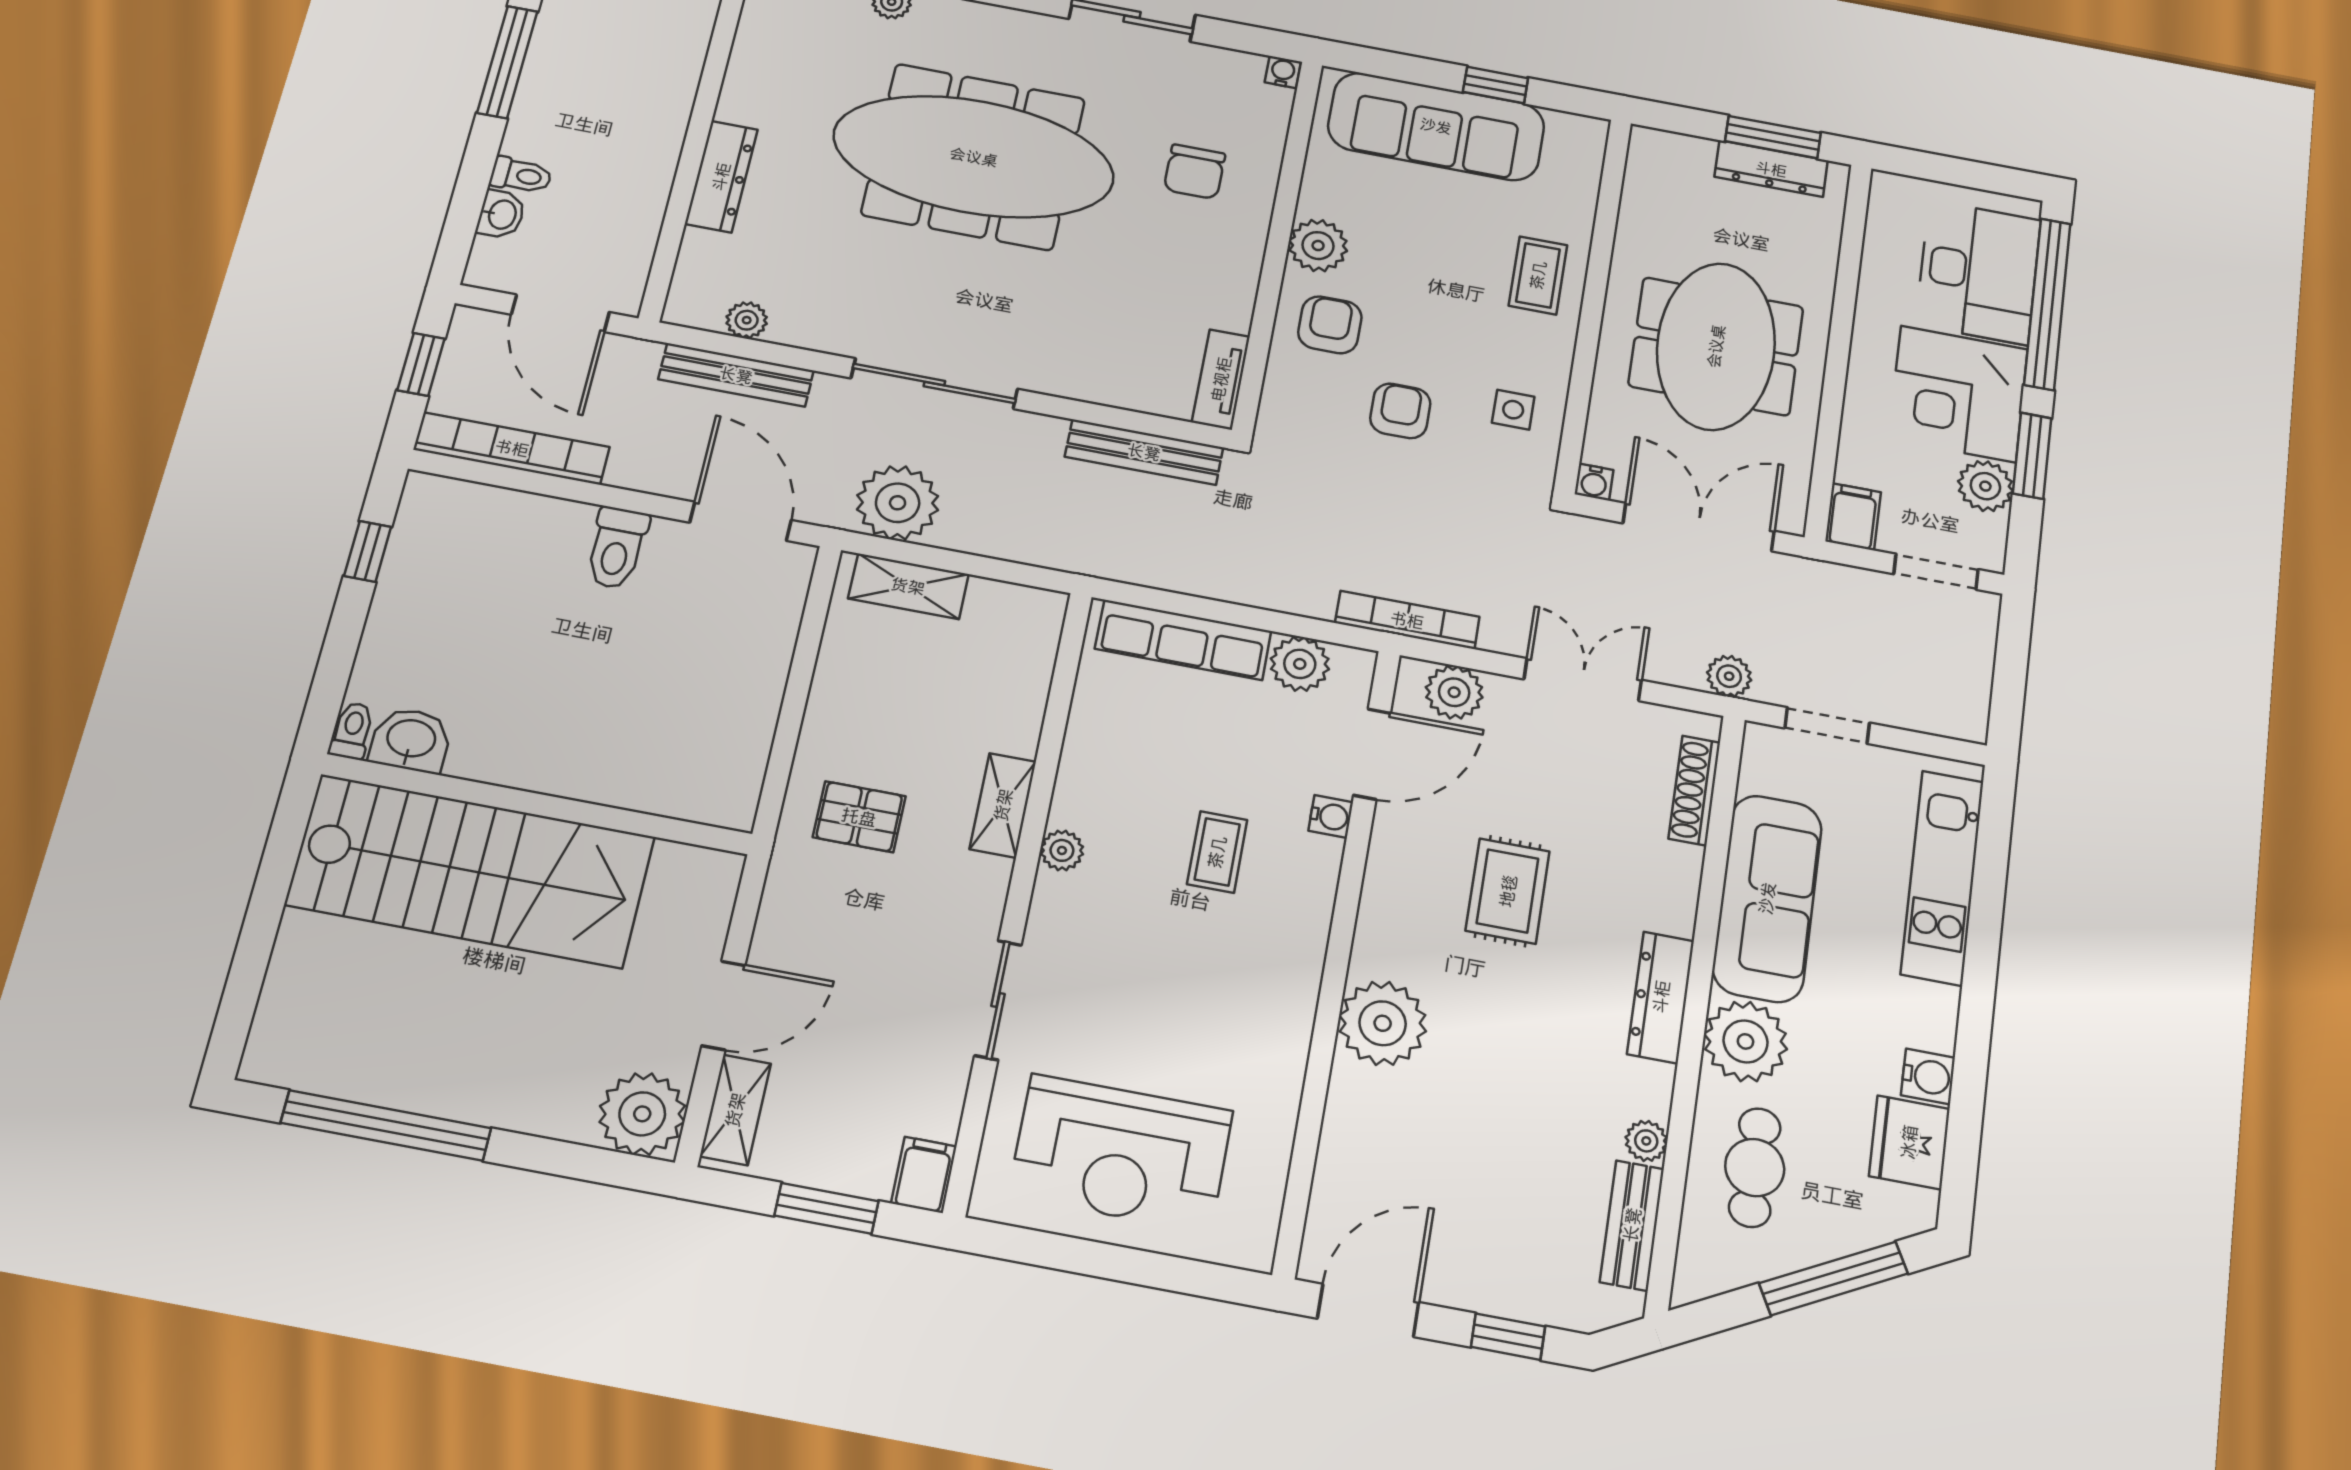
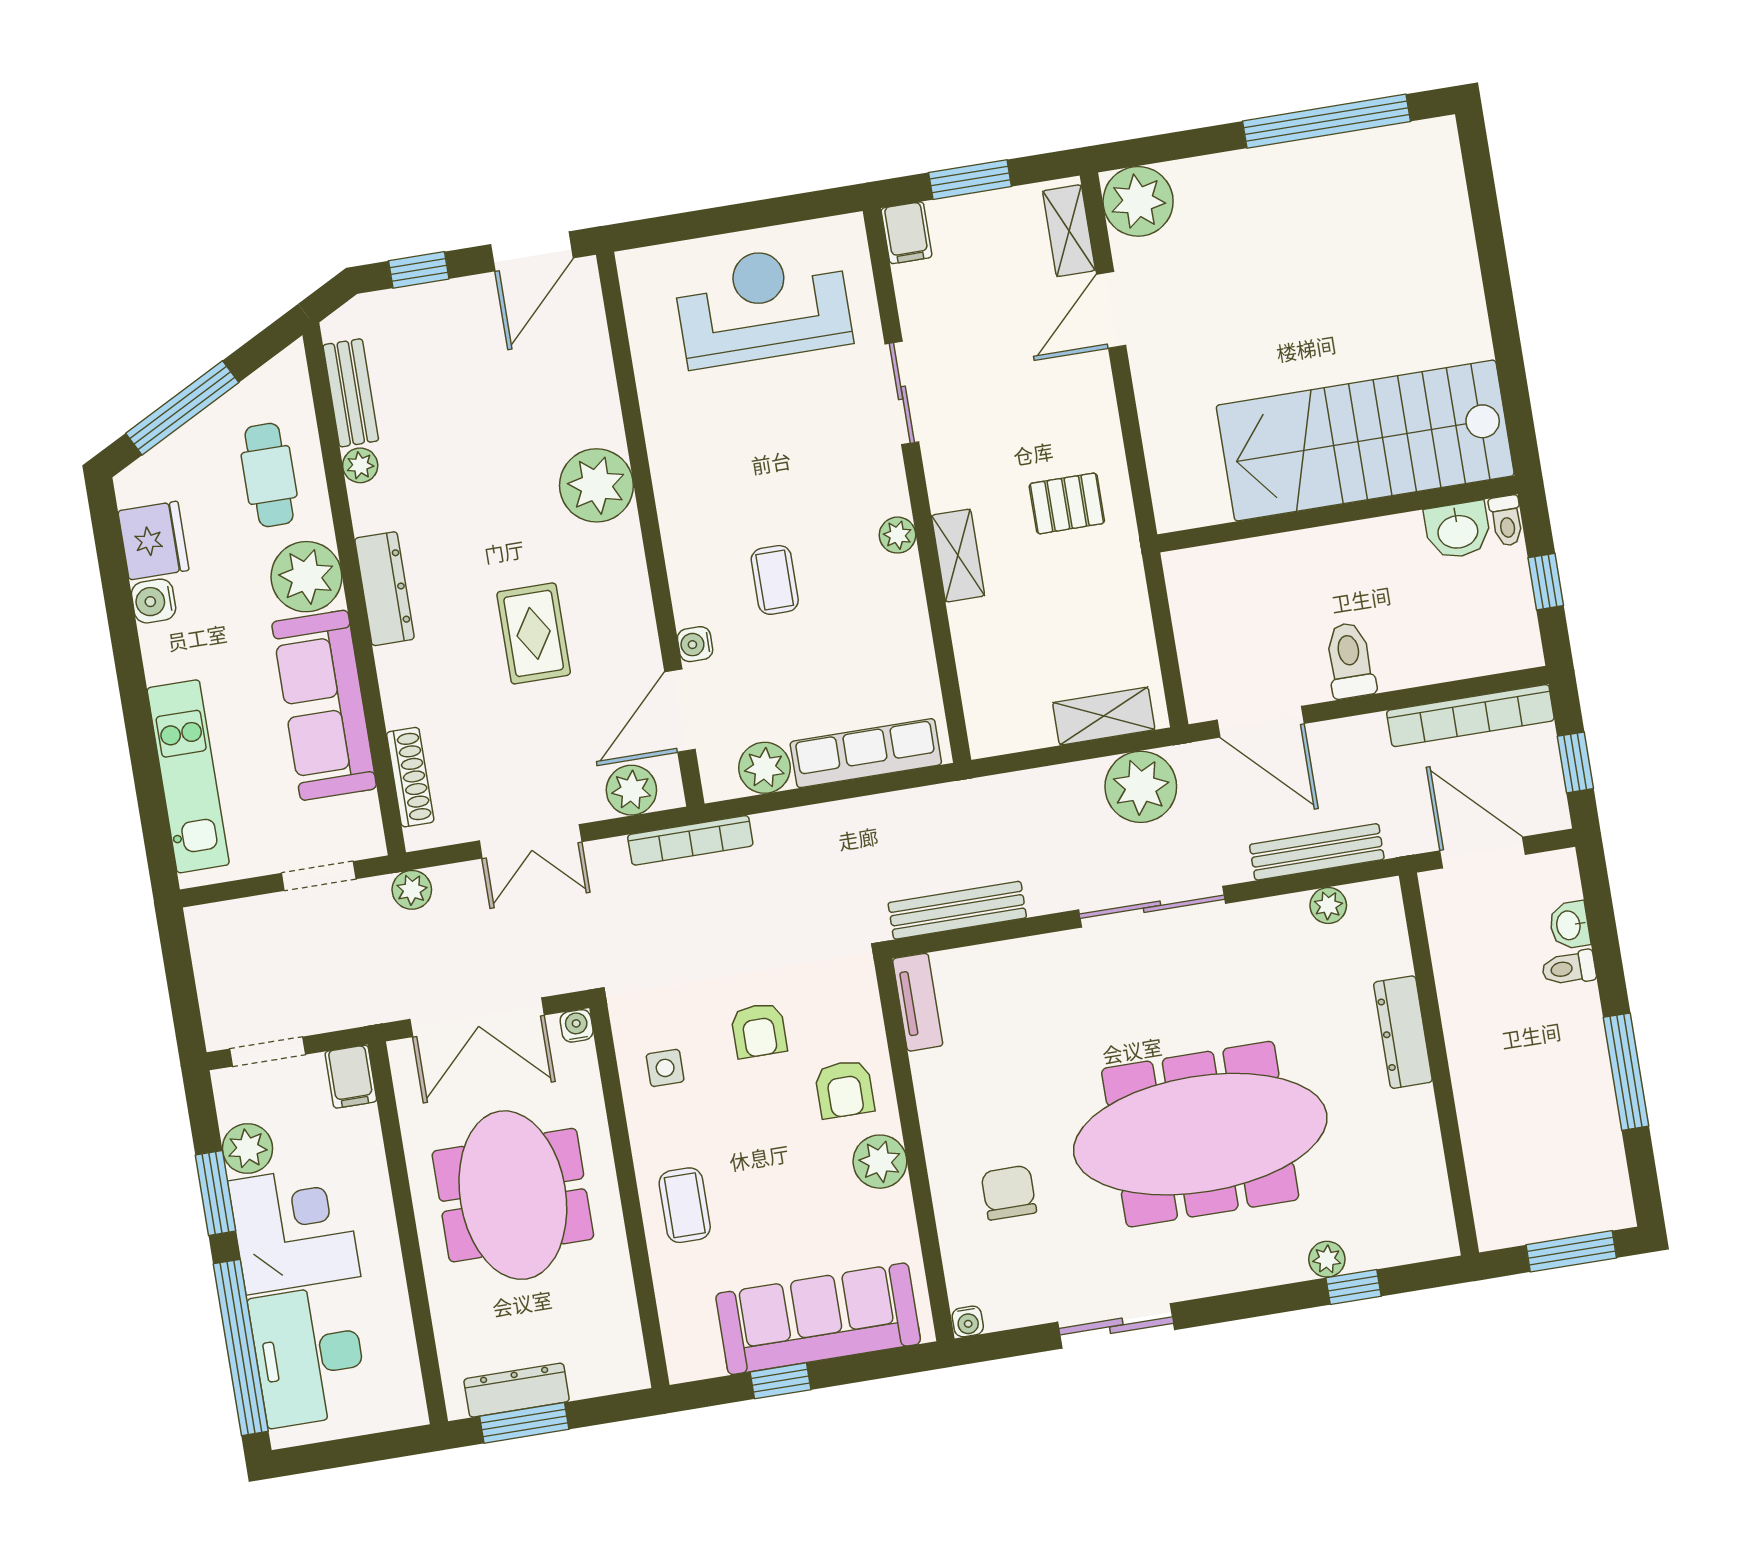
toilet: (352, 731) -> (1506, 521), moved
washbasin: (411, 740) -> (1458, 530), moved
wall: (537, 804) -> (1337, 514), moved
stairs: (471, 871) -> (1365, 441), moved

